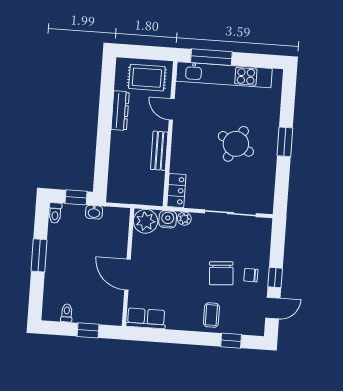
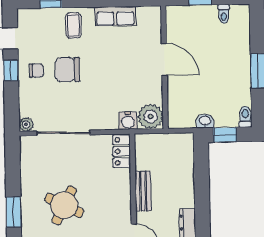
plant: (184, 219) -> (26, 124), moved
chair: (221, 273) -> (67, 70), turned -86
row of seats: (146, 318) -> (115, 16), moved

